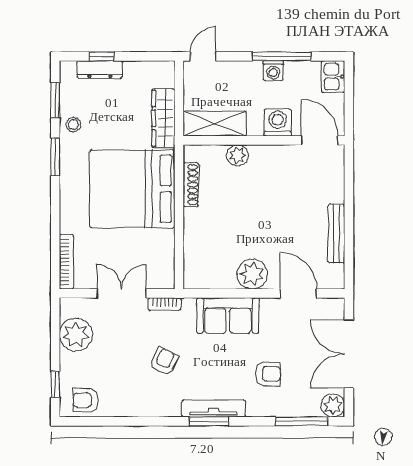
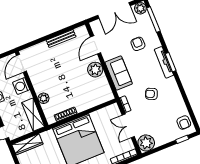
wardrobe: (163, 118) -> (27, 144), moved
plant: (76, 335) -> (146, 143), moved

